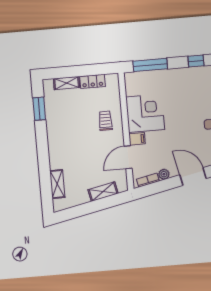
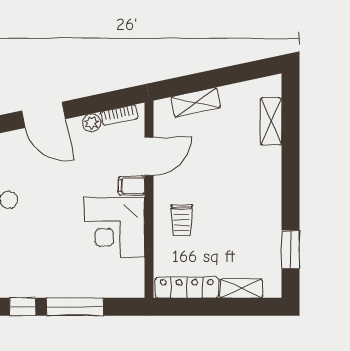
window: (150, 65) -> (75, 307), moved
locker: (93, 81) -> (187, 288), width x1.53

